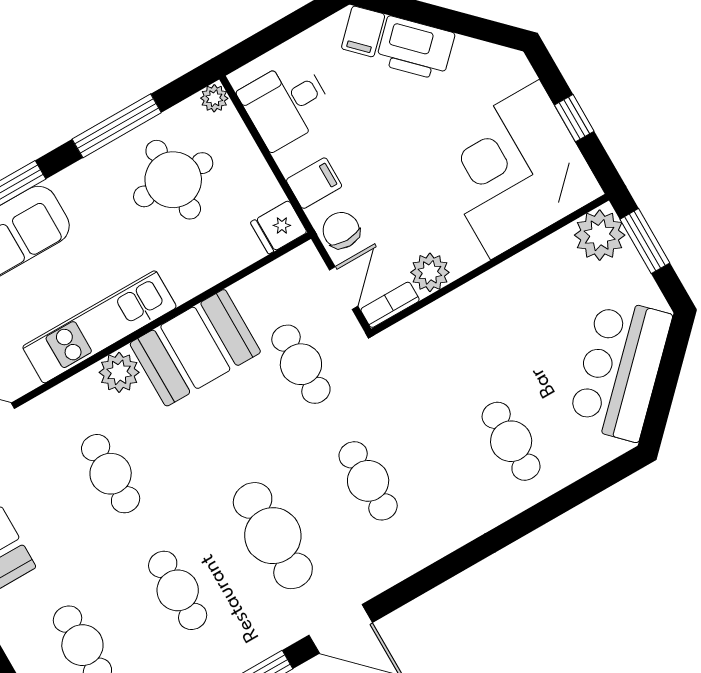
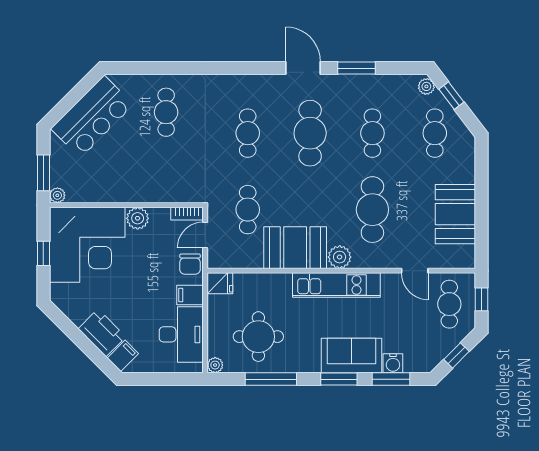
desk: (286, 104) -> (181, 334), width x1.37
plant: (600, 235) -> (57, 195), width x0.53, depth x0.53
plant: (430, 272) -> (138, 218), moved
cafe table: (111, 474) -> (372, 210), width x1.37, depth x1.35

